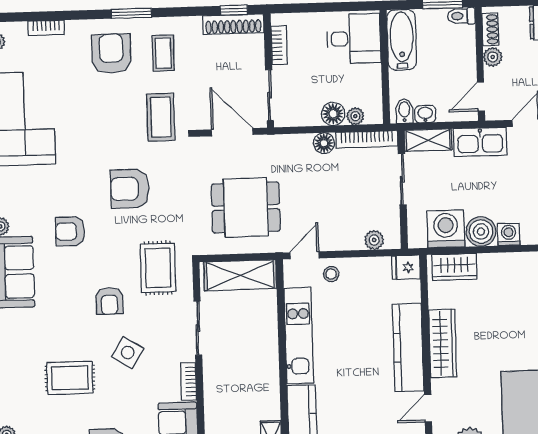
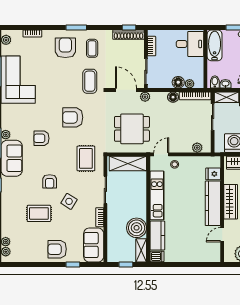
plant: (269, 144) -> (145, 97), added
fridge: (406, 267) -> (213, 174), moved
armchair: (109, 301) -> (50, 181), moved
boiler: (261, 400) -> (137, 228), added

